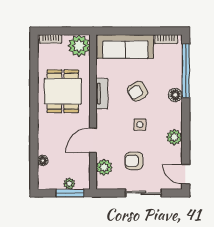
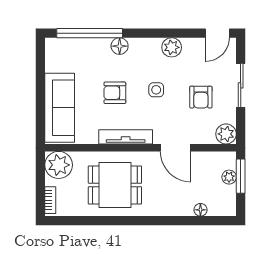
bookcase: (166, 39) -> (51, 58), removed
armchair: (137, 91) -> (115, 93), turned 120
tv unit: (102, 94) -> (126, 137), width x1.41
plant: (104, 167) -> (226, 134), moved

